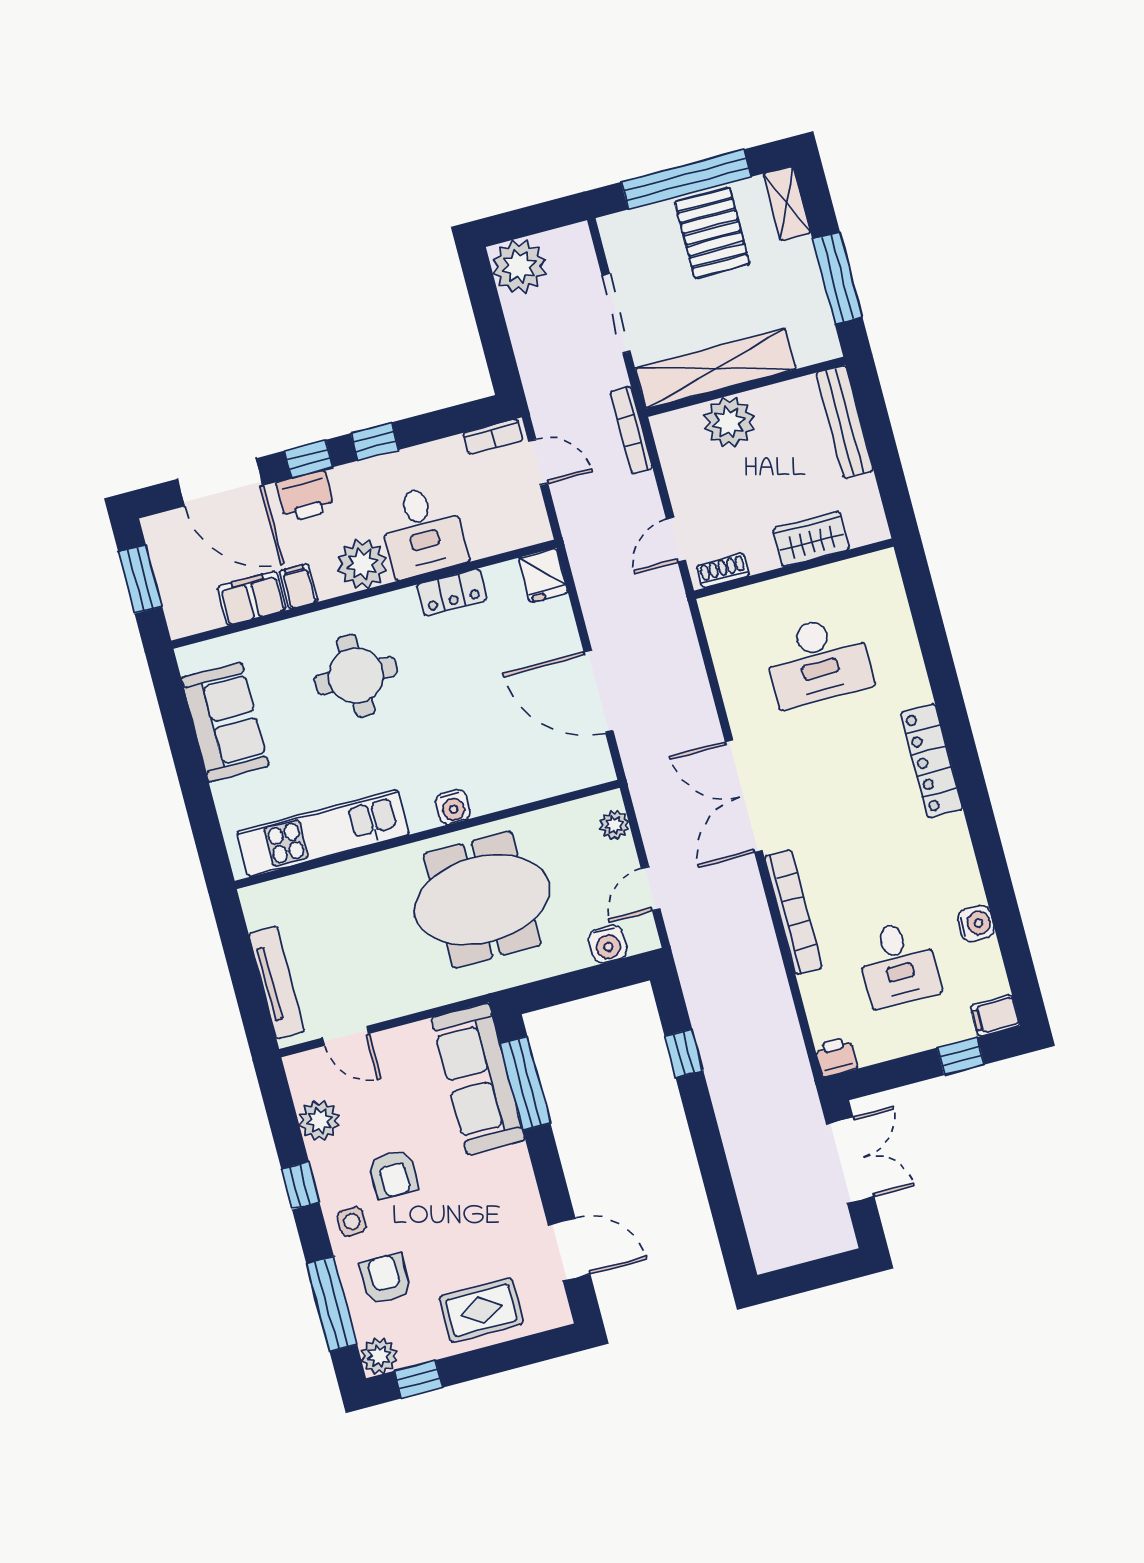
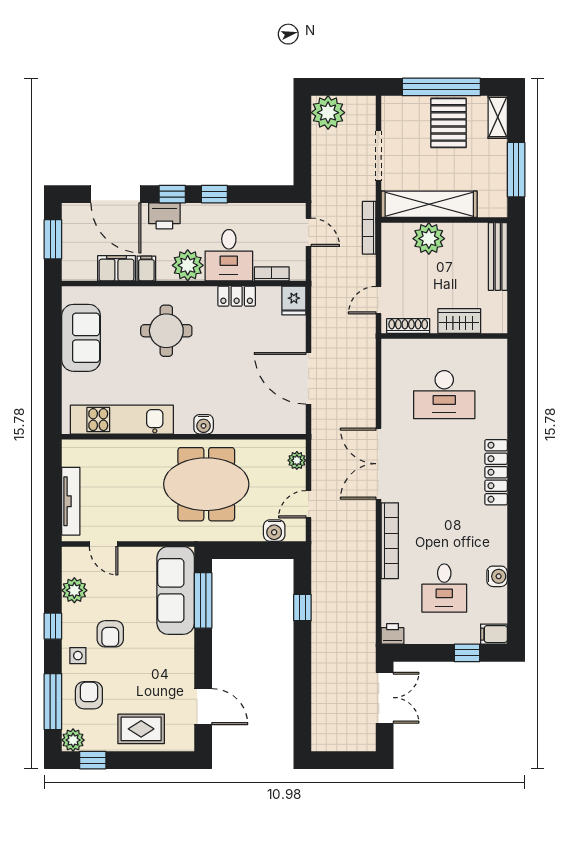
bookcase: (493, 437) -> (272, 274), moved, turned 180
shoe rack: (723, 571) -> (408, 326), width x1.43

